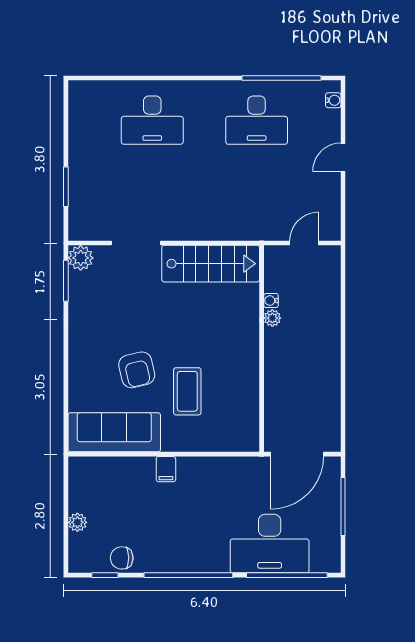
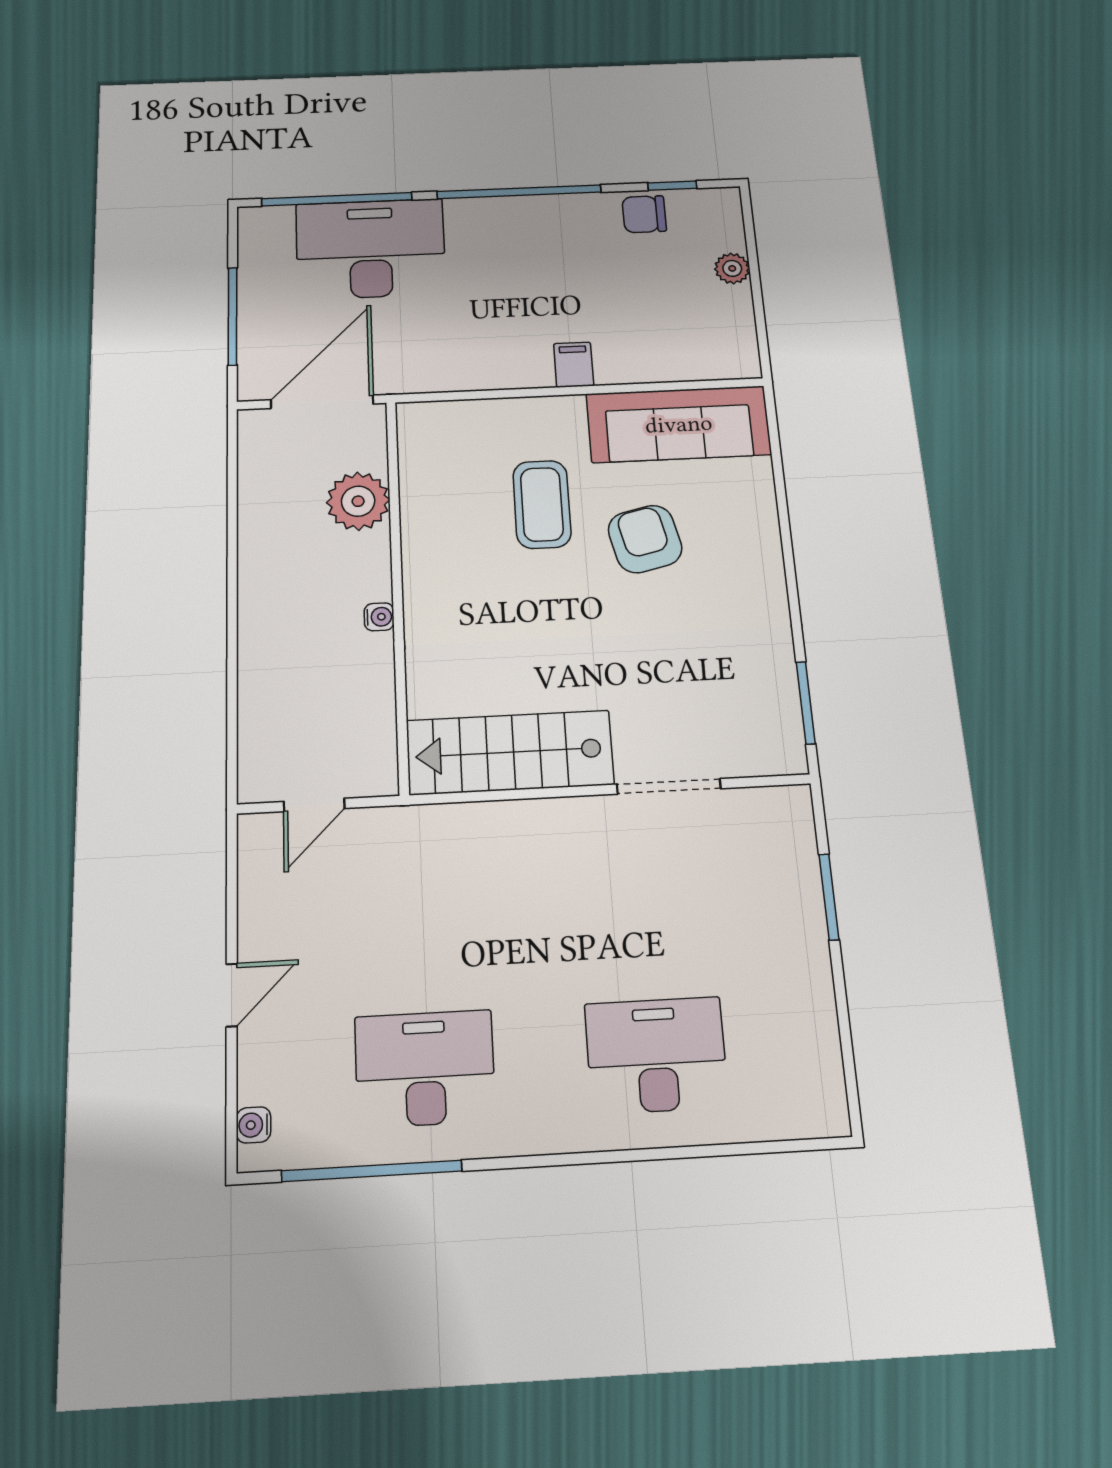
plant: (81, 258) -> (781, 750), removed
water cooler: (271, 301) -> (379, 617), moved
plant: (272, 318) -> (358, 501), moved, width x1.87, depth x1.87
chair: (122, 558) -> (644, 214), turned 180

